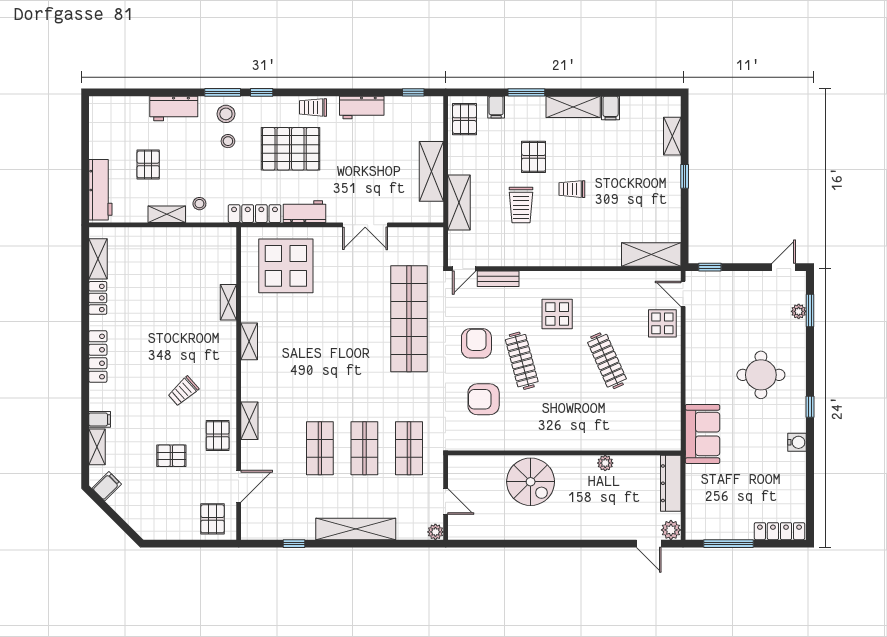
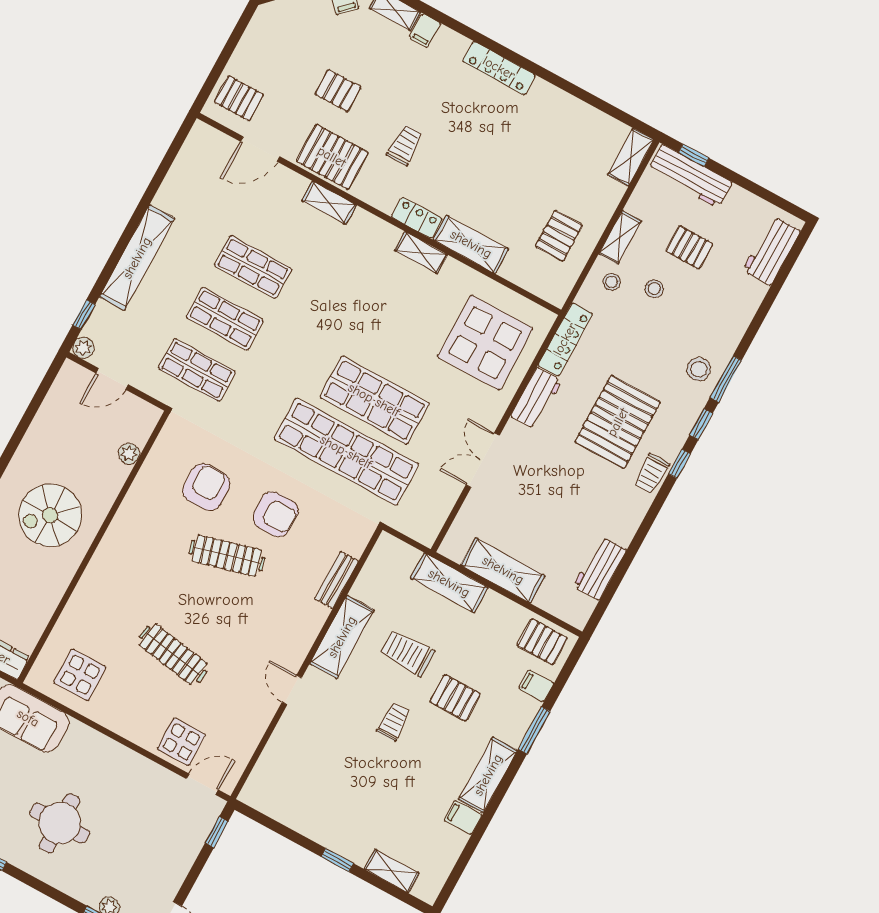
window: (413, 92) -> (680, 464), moved
trolley: (313, 107) -> (651, 474), turned 180
workbench: (174, 108) -> (772, 251), moved
workbench: (362, 108) -> (600, 568), moved
stool: (228, 141) -> (654, 289), moved
window: (85, 195) -> (694, 155), added
shelving: (651, 254) -> (342, 637), moved
pallet: (188, 256) -> (559, 236), added
shelving: (98, 259) -> (631, 157), moved, turned 90
door: (464, 269) -> (292, 690), moved
locker: (98, 298) -> (417, 218), moved, turned 180
shelving: (228, 302) -> (471, 244), width x1.50, depth x1.33
display table: (557, 314) -> (80, 675), moved
shop shelf: (364, 319) -> (374, 400), added
clothes rail: (607, 361) -> (173, 654), turned 33
trolley: (183, 391) -> (405, 145), turned 42
pallet: (218, 435) -> (332, 157), width x1.50, depth x1.42
pallet: (171, 456) -> (338, 91), turned 90
plant: (605, 463) -> (129, 454), moved
spiral stairs: (531, 482) -> (50, 515), moved
door: (239, 486) -> (260, 149), hinge flipped
window: (294, 544) -> (84, 315), moved

